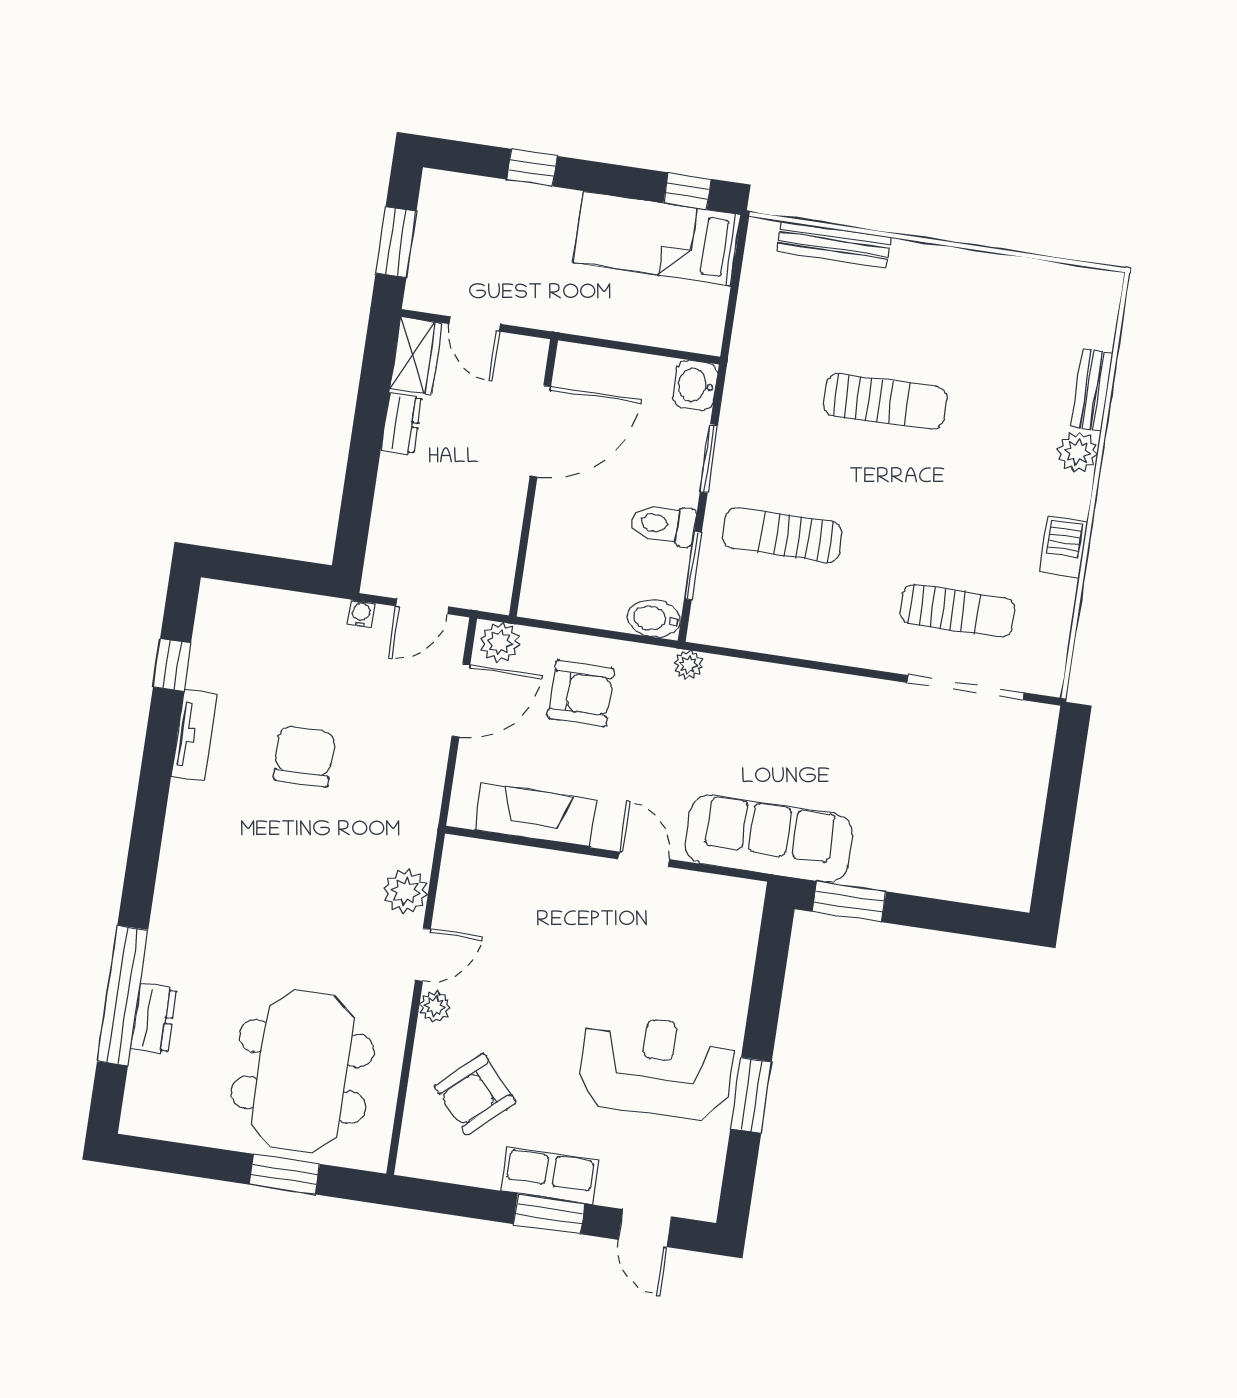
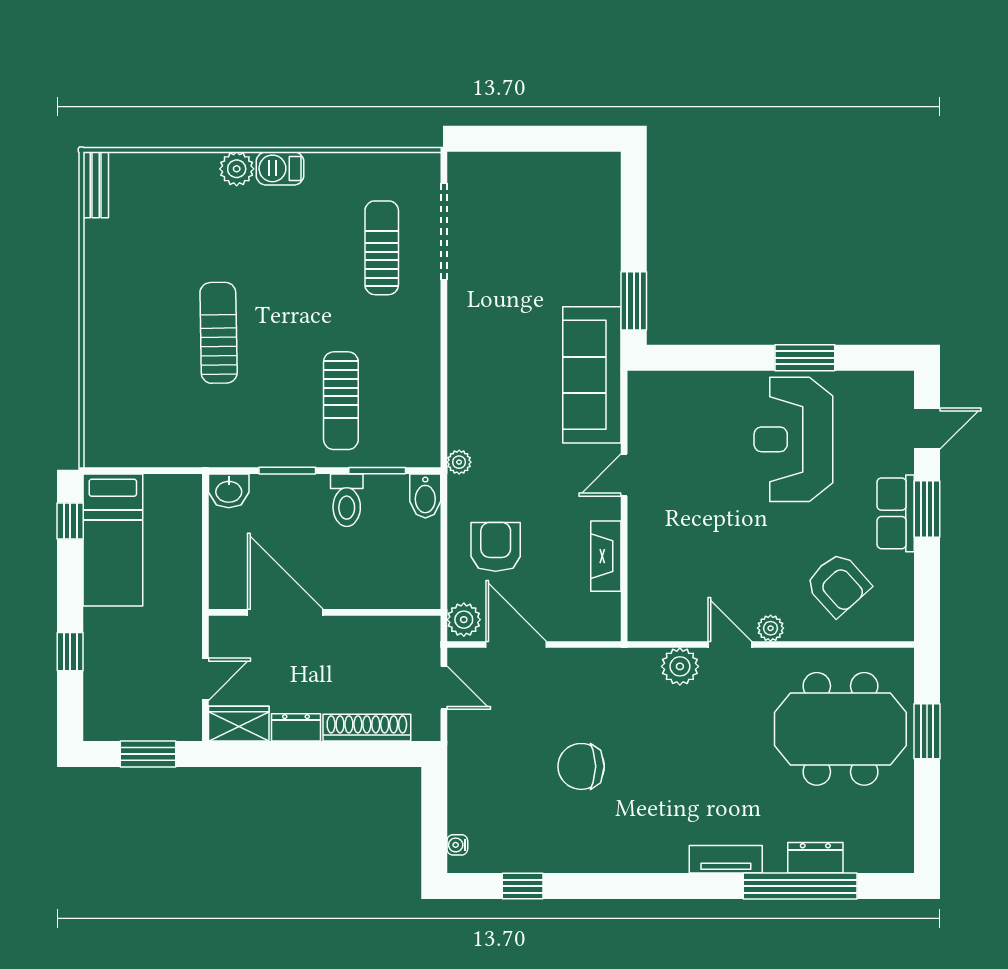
bench: (834, 244) -> (96, 394), removed
bench: (1092, 390) -> (96, 185), moved, turned 90
shoe rack: (388, 508) -> (367, 728), added
barbecue: (1064, 547) -> (280, 168), moved
water cooler: (361, 614) -> (457, 845), moved
tv unit: (194, 735) -> (726, 859), moved
fireplace: (536, 815) -> (606, 556), width x0.73, depth x0.76

